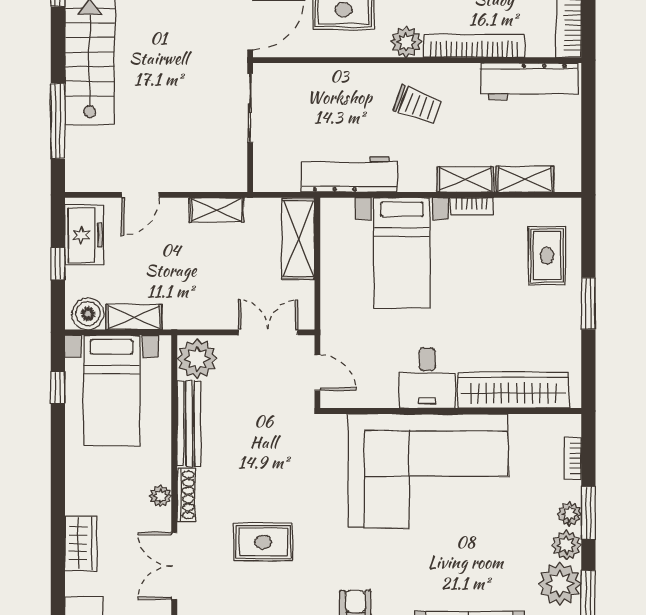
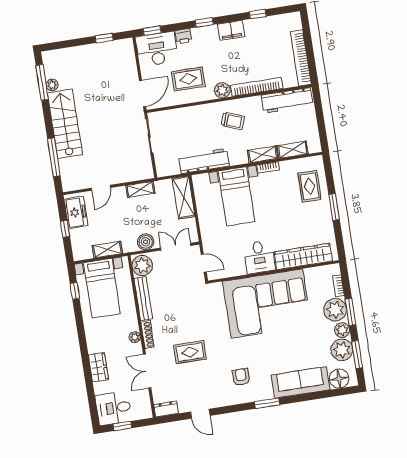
boiler: (88, 314) -> (146, 242), moved
plant: (569, 514) -> (335, 310), width x1.87, depth x1.87

